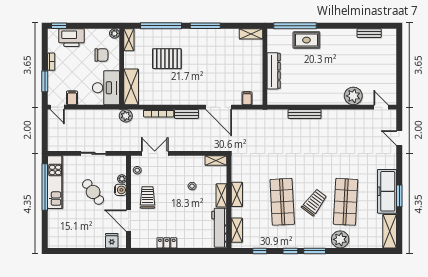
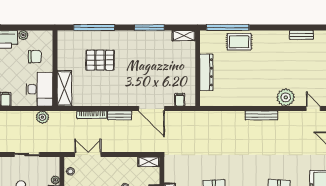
window: (205, 26) -> (149, 27), moved
plant: (114, 33) -> (23, 35), moved
shelving: (129, 40) -> (62, 41), removed
bench: (305, 114) -> (261, 115), moved
plant: (126, 116) -> (42, 117), moved

